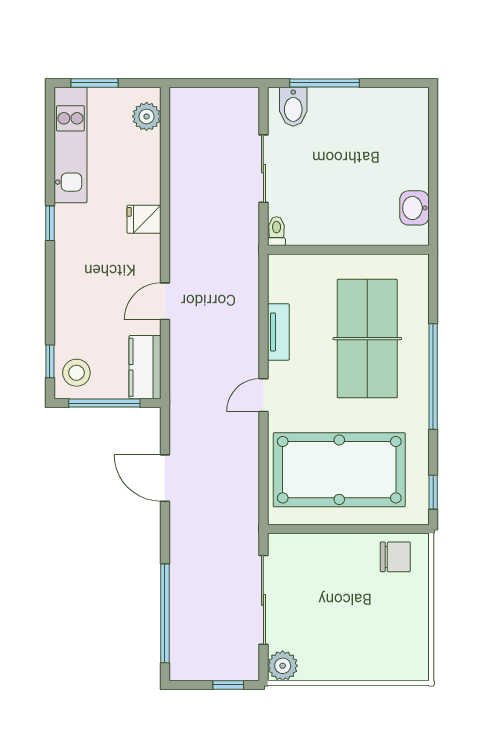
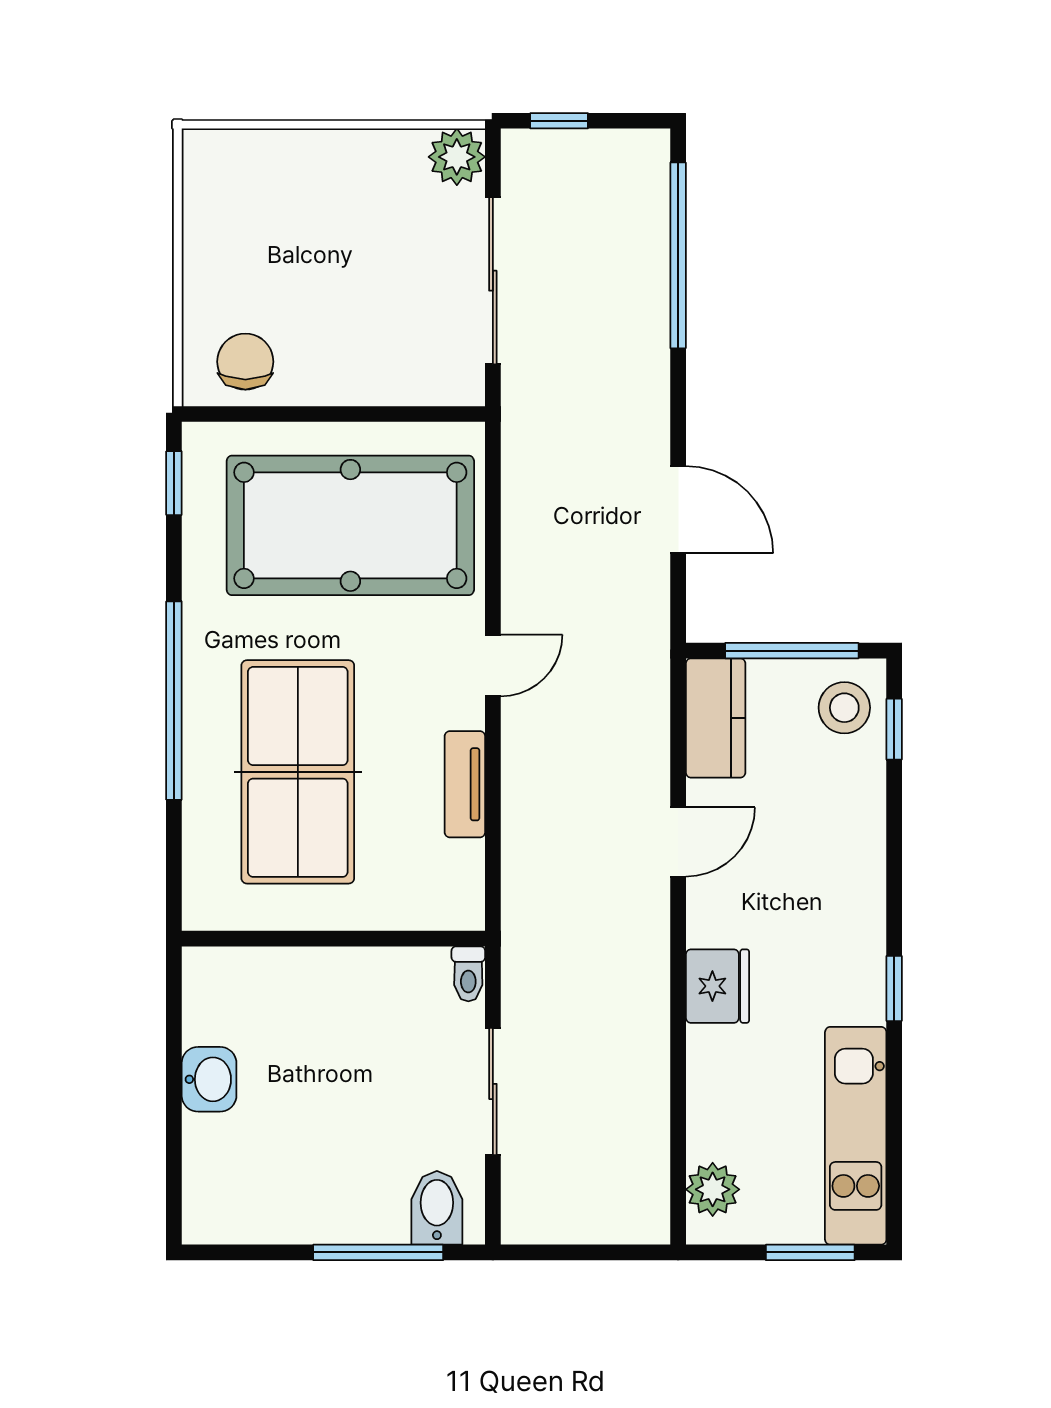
washbasin: (414, 208) -> (209, 1079), moved
fridge: (144, 219) -> (717, 986), width x1.38
chair: (395, 557) -> (245, 362), turned 90

